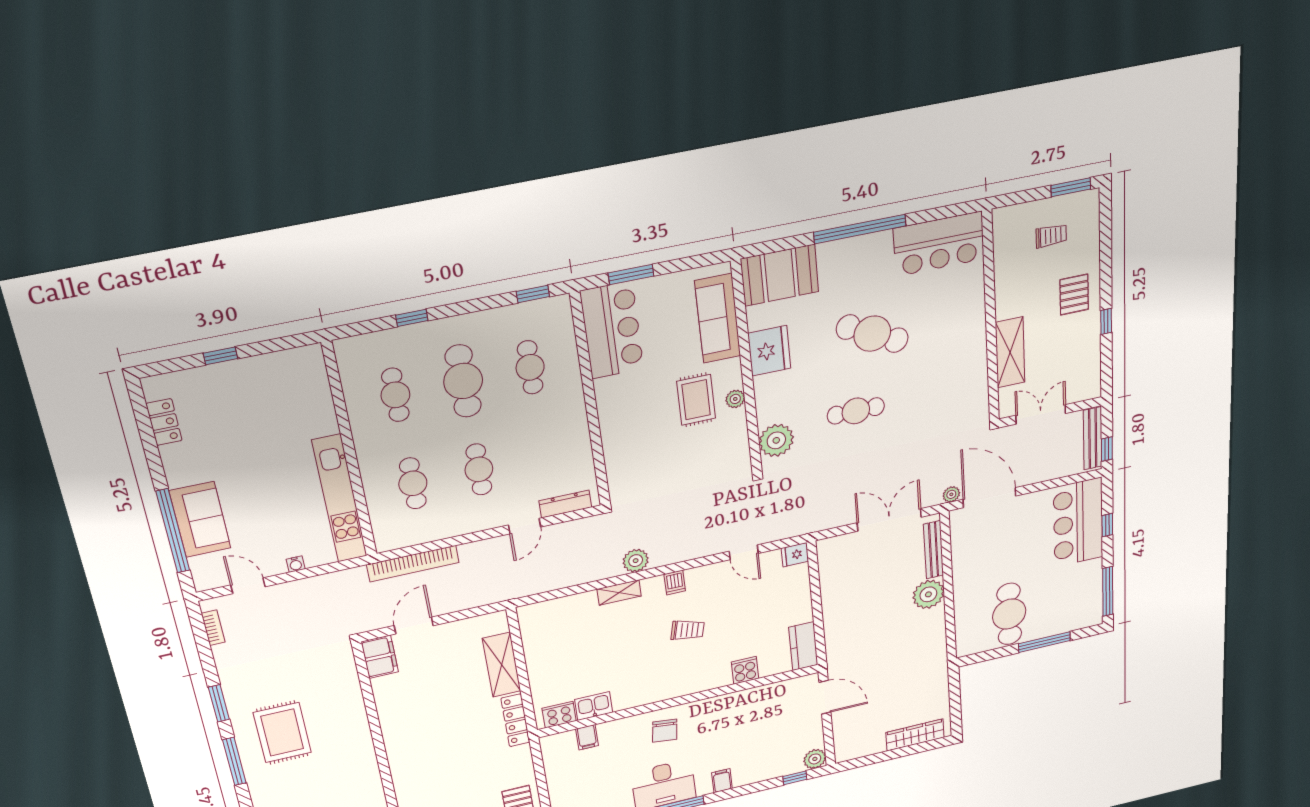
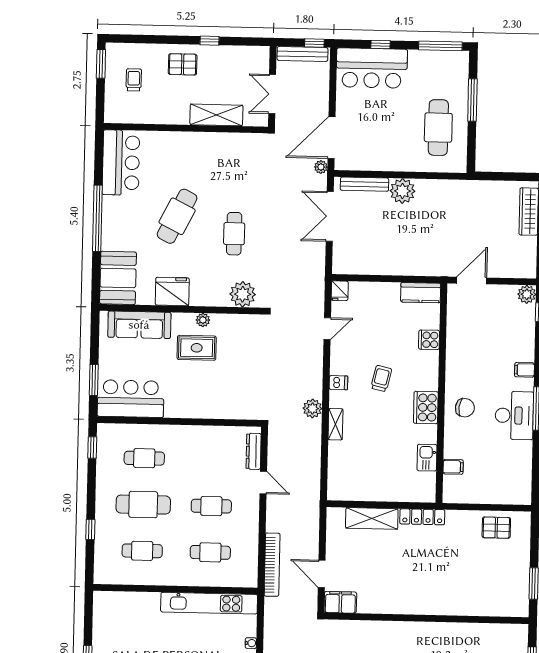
cafe table: (1009, 614) -> (438, 128), turned 90
cooker: (559, 715) -> (426, 407), moved, width x1.37, depth x1.31

